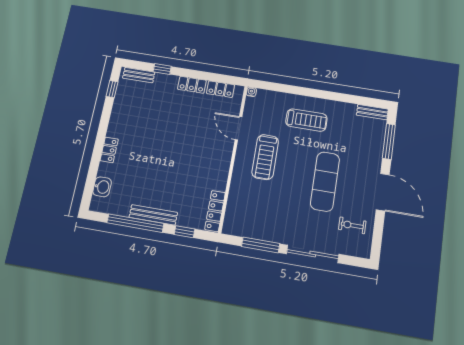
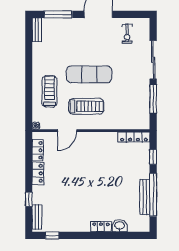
treadmill: (306, 120) -> (49, 91), moved
exercise mat: (325, 181) -> (89, 74), moved
washbasin: (102, 187) -> (120, 226), moved
bench: (153, 215) -> (145, 197), moved

